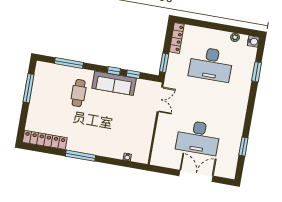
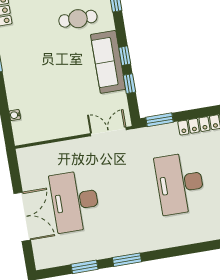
window: (257, 72) -> (127, 260), moved
double door: (160, 99) -> (108, 132), swing flipped

